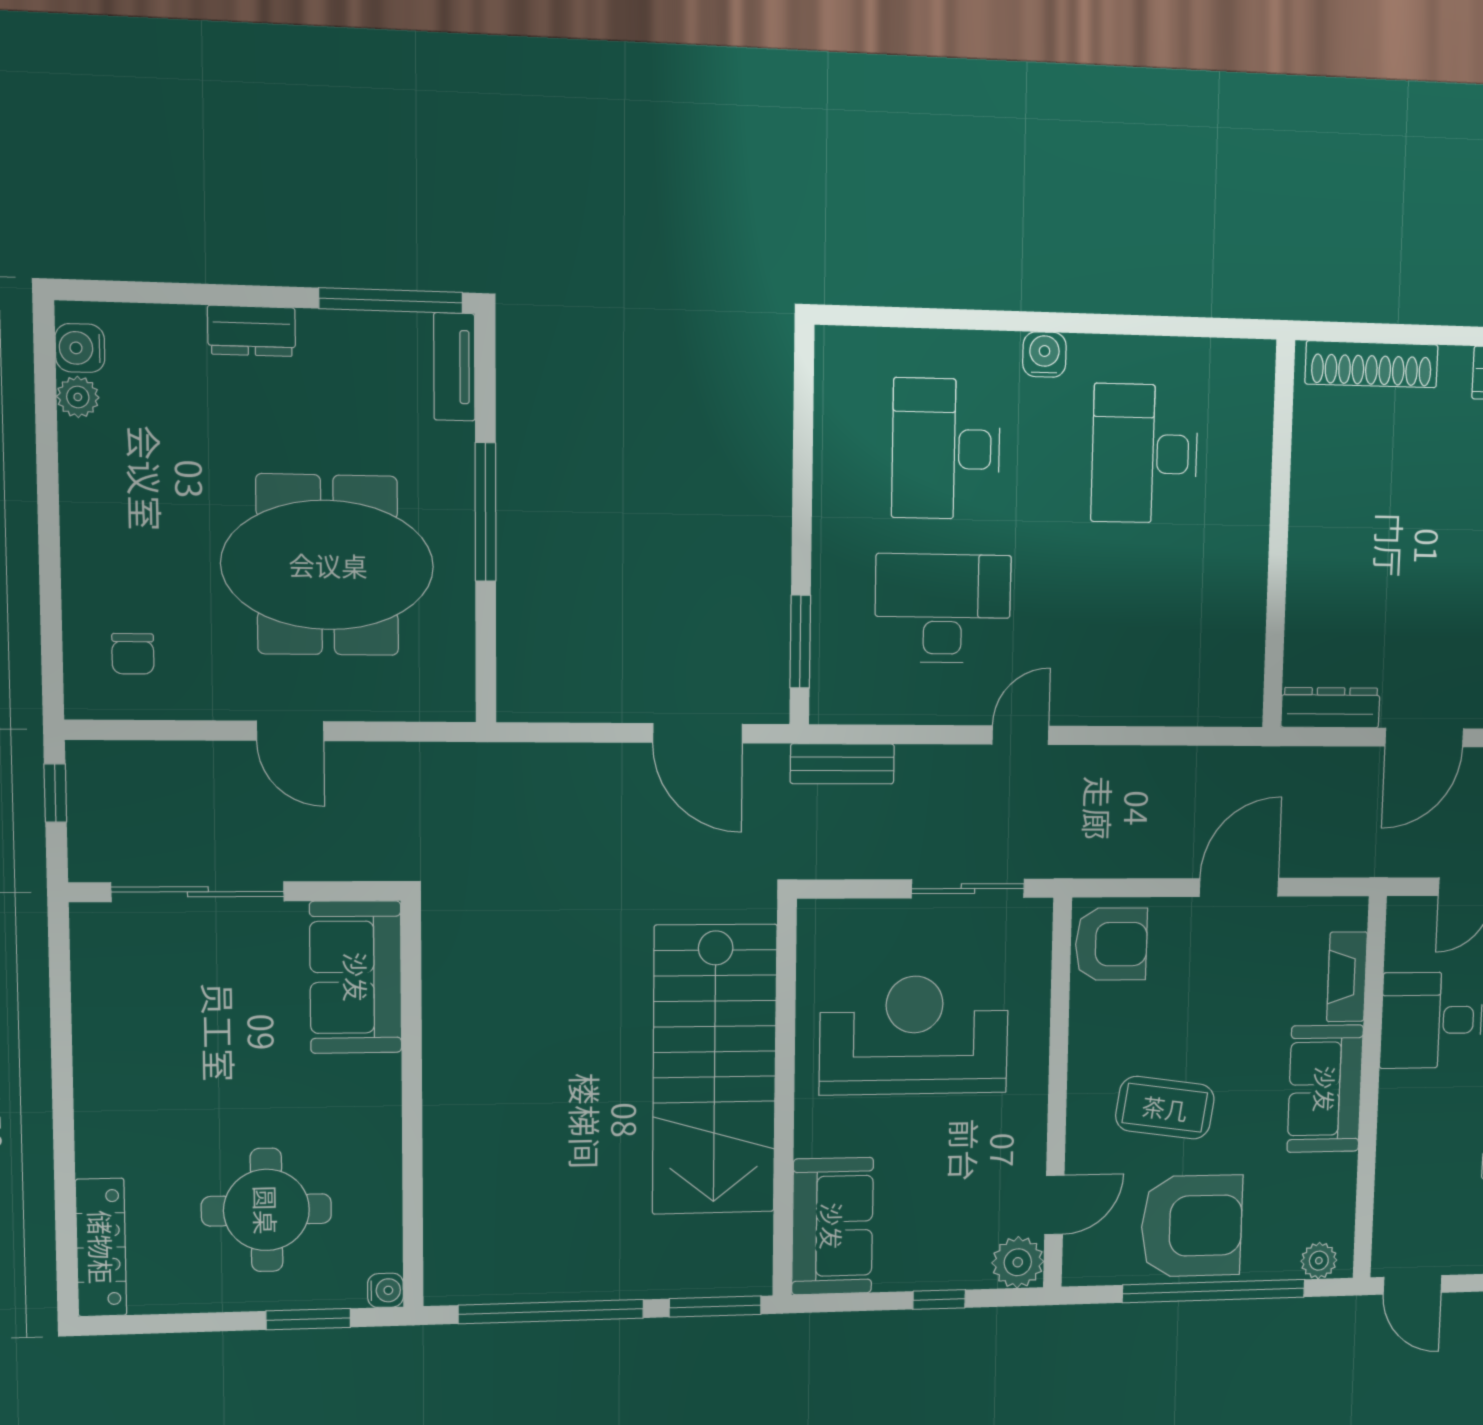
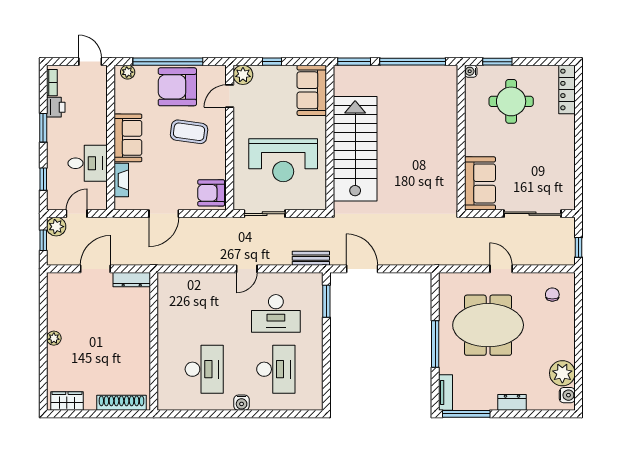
plant: (78, 397) -> (562, 373), width x1.87, depth x1.87

